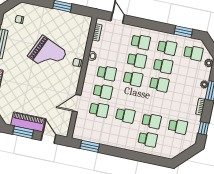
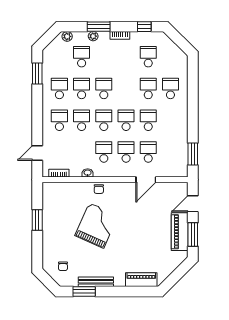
school desk: (193, 53) -> (82, 57), moved
school desk: (129, 97) -> (126, 120), added
door: (77, 103) -> (146, 180), hinge flipped

